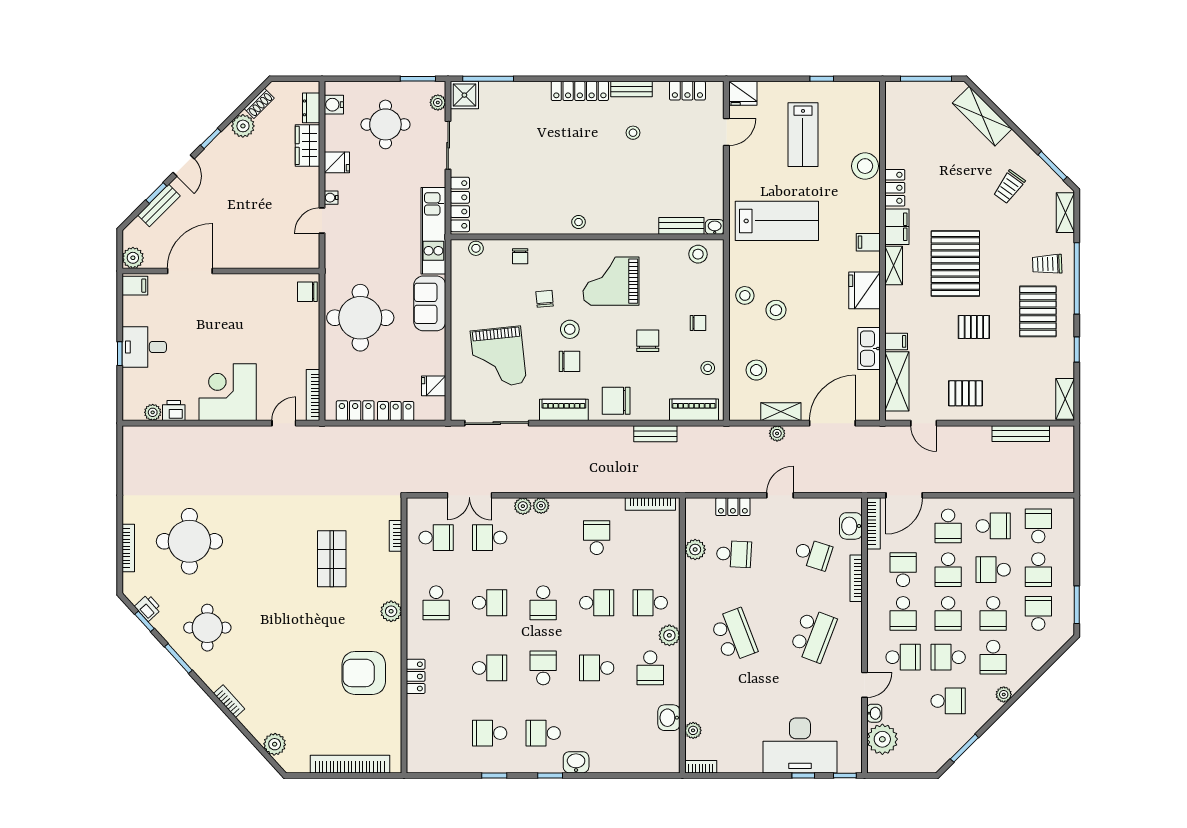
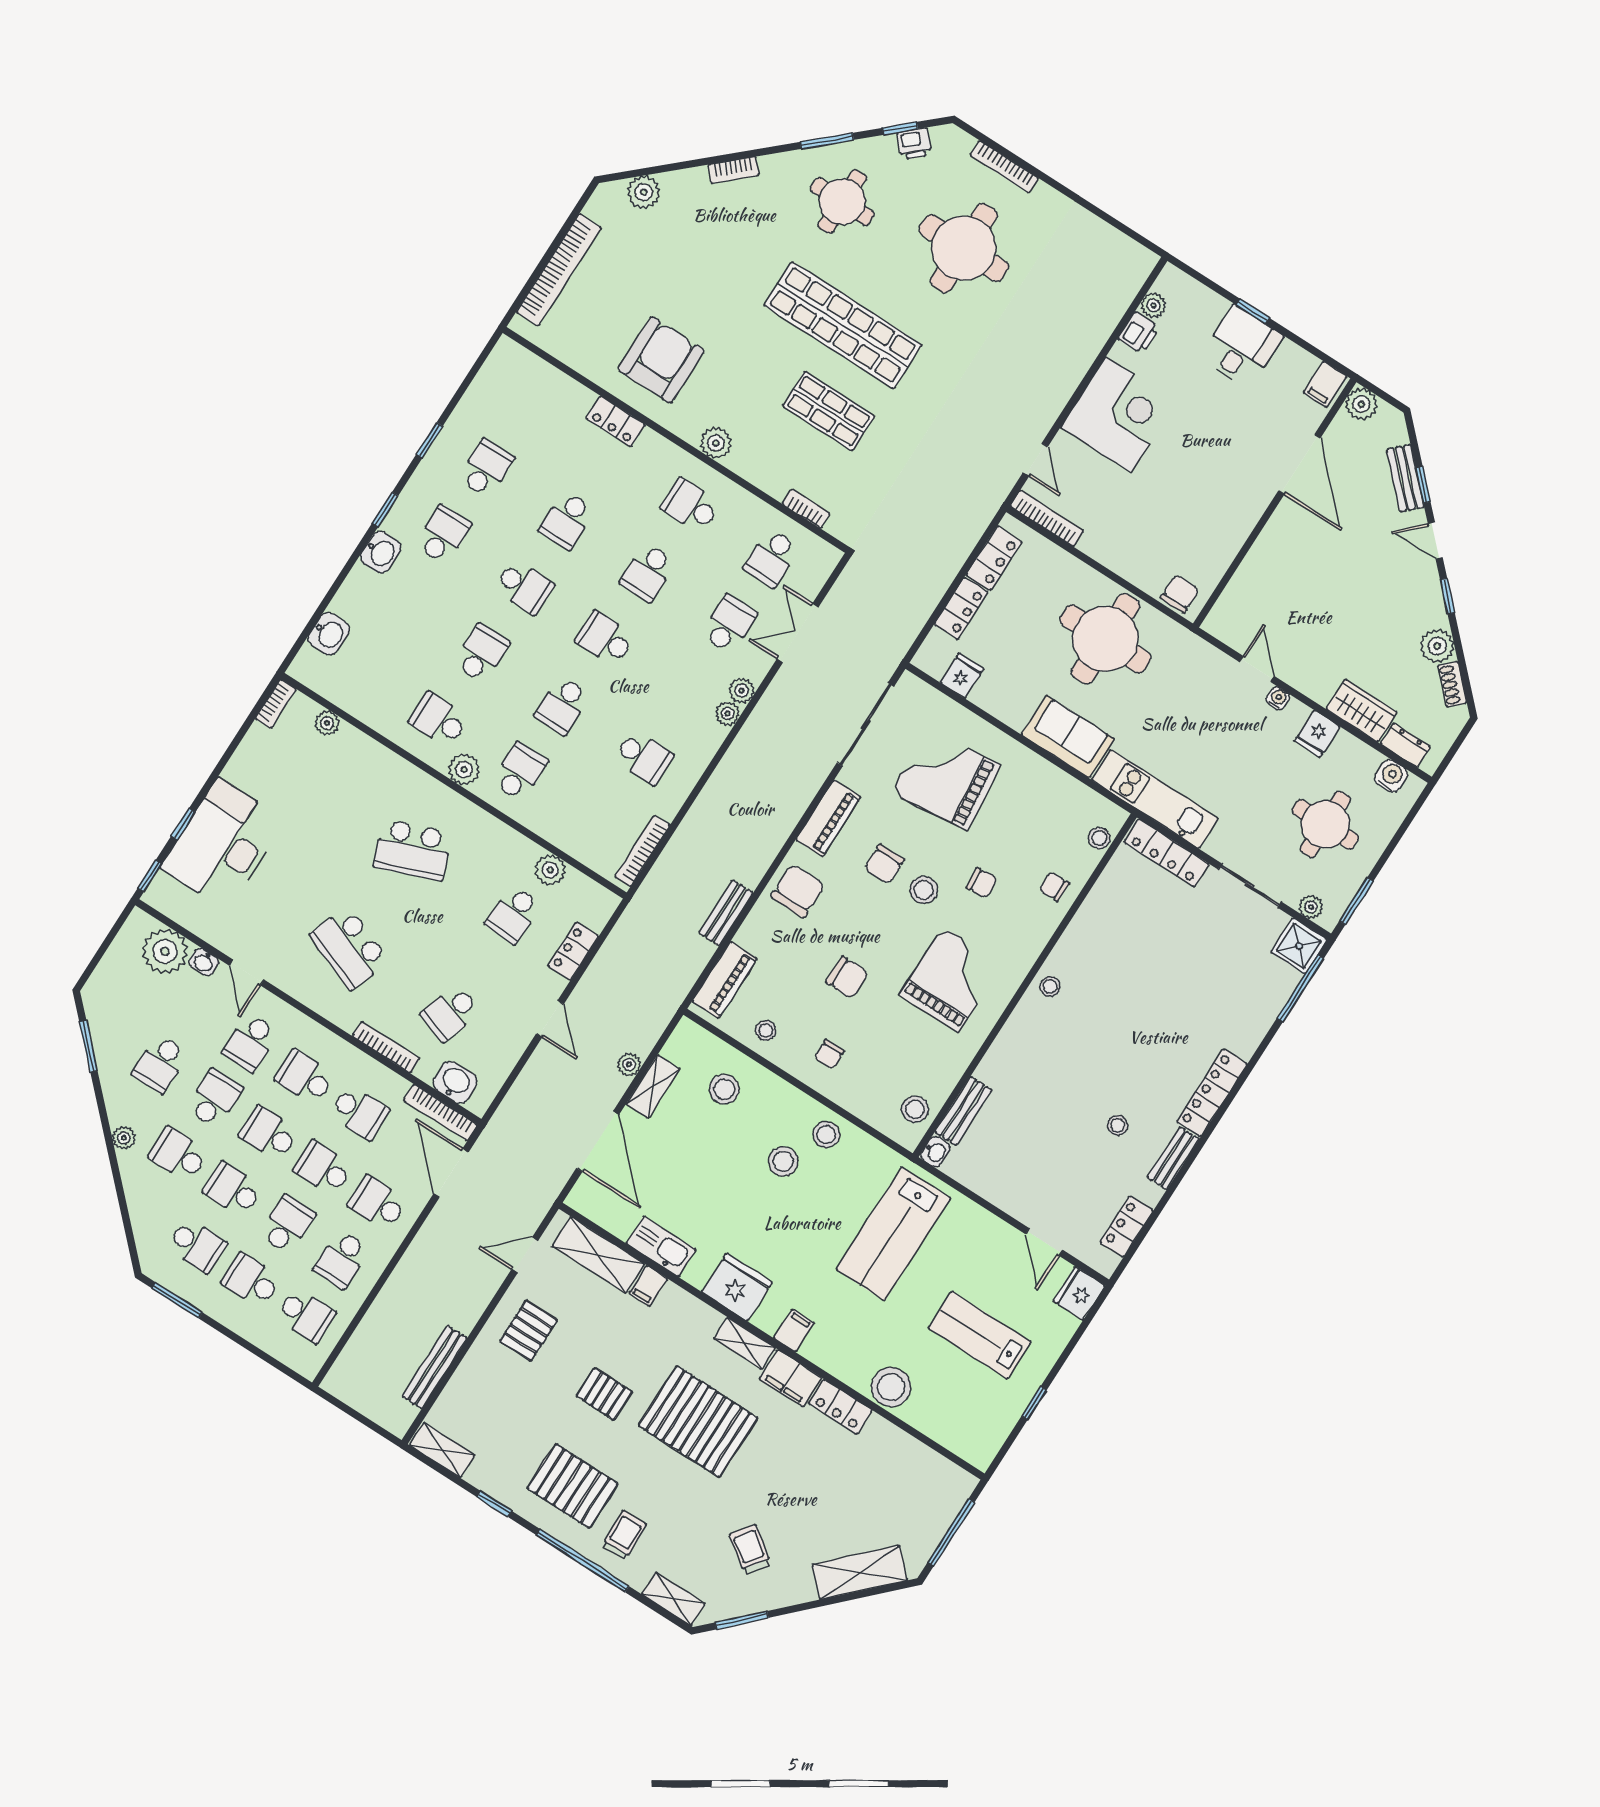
pallet: (974, 327) -> (604, 1394), turned 90
shop shelf: (278, 582) -> (843, 325), added
washbasin: (669, 718) -> (329, 634), moved, turned 90

